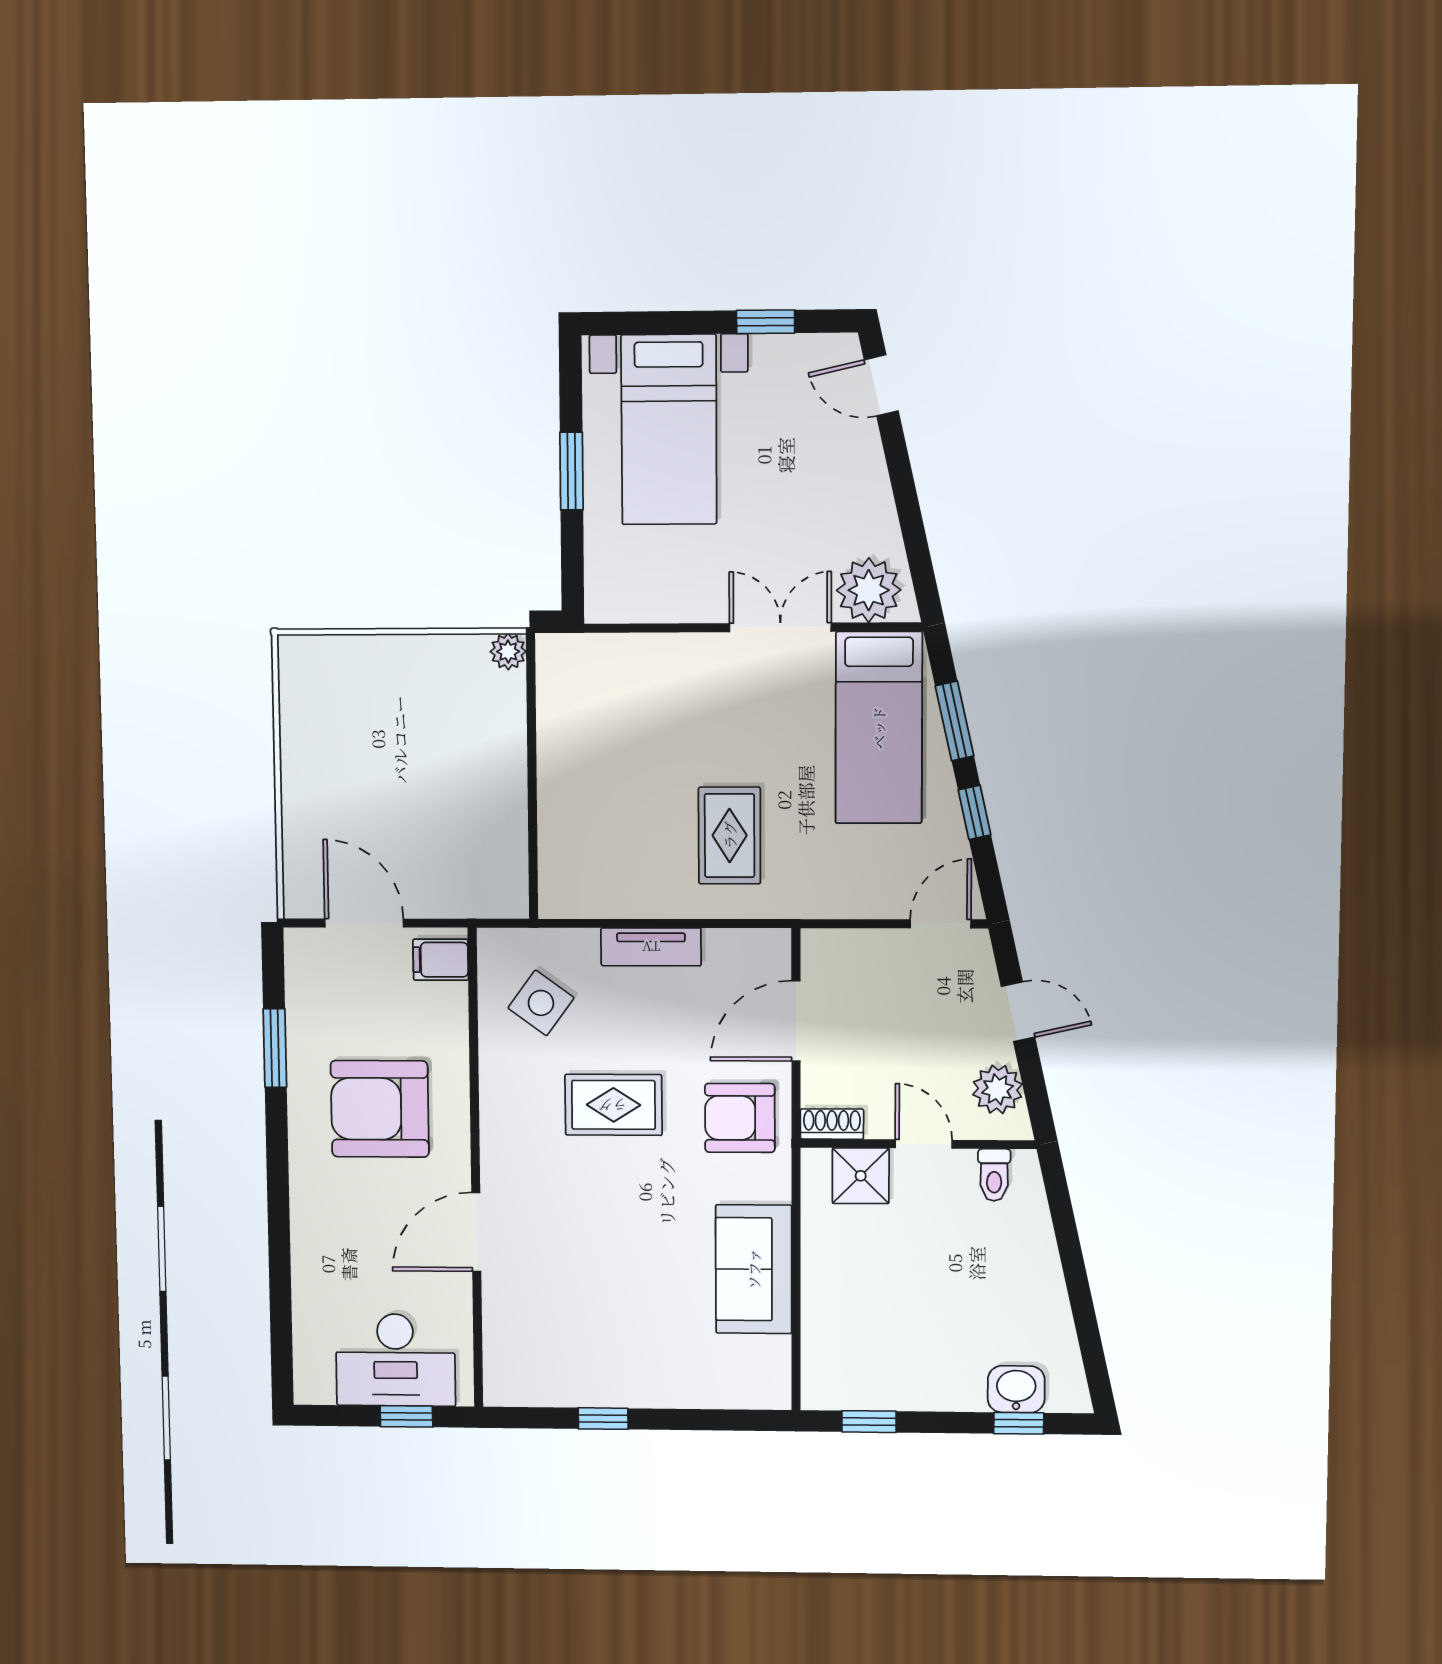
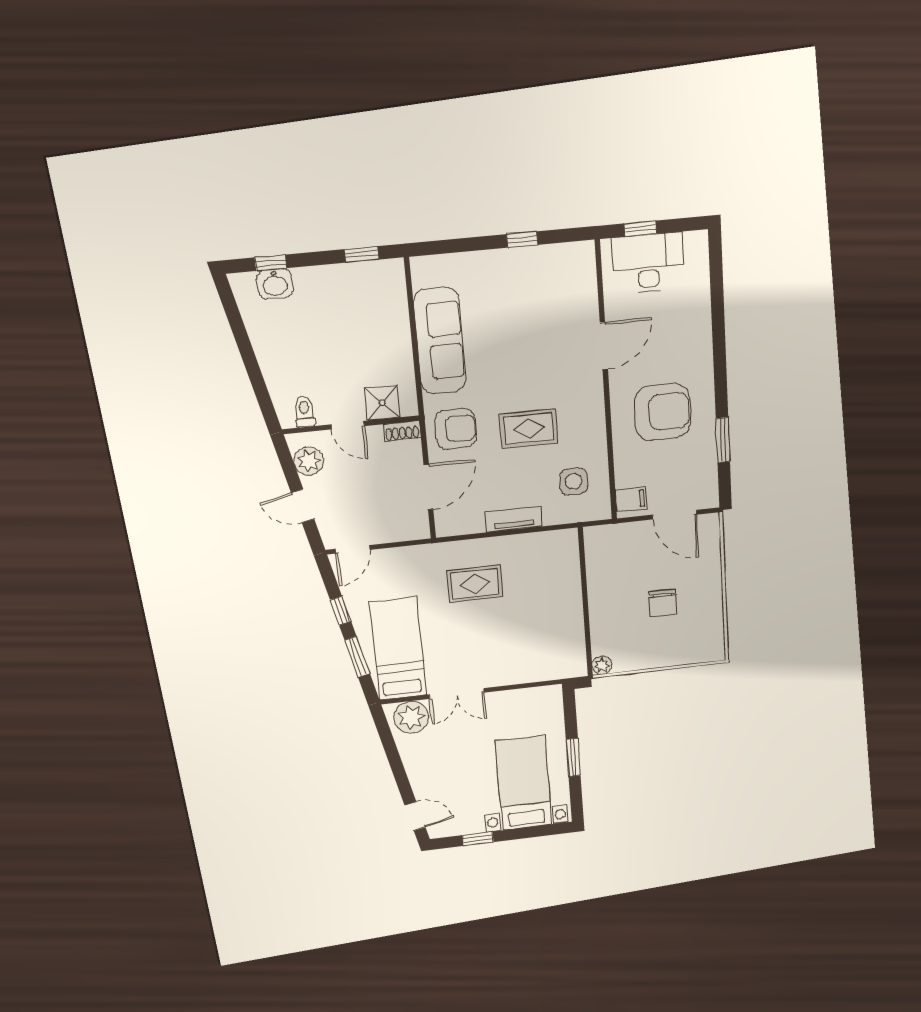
chair: (391, 760) -> (663, 603), added
rug: (730, 835) -> (475, 584), turned 90
side table: (541, 1003) -> (574, 482), turned -36
sofa: (754, 1269) -> (440, 341), width x1.36

